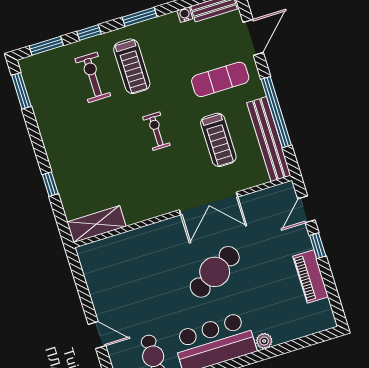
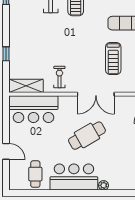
exercise bike: (156, 131) -> (59, 77), moved
bar counter: (119, 257) -> (33, 109), added

